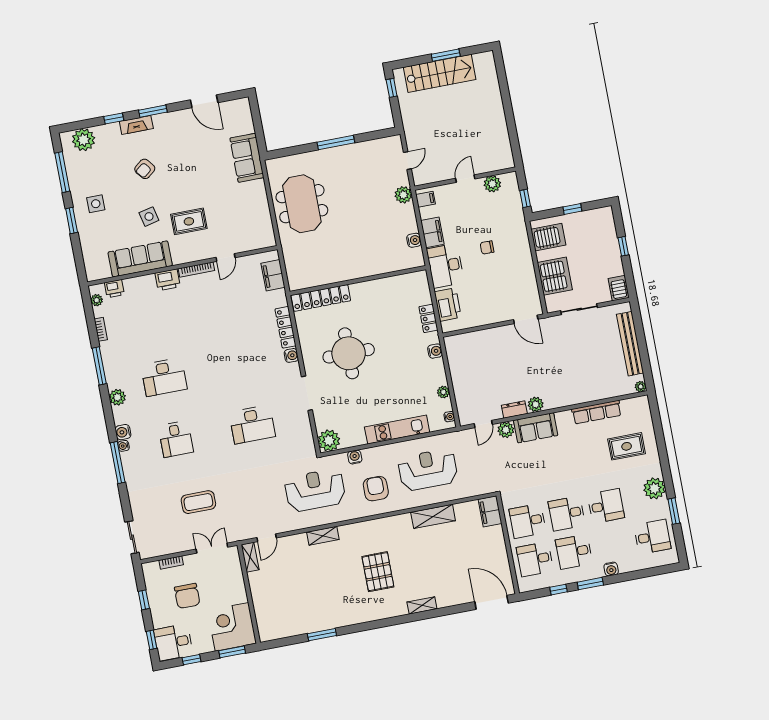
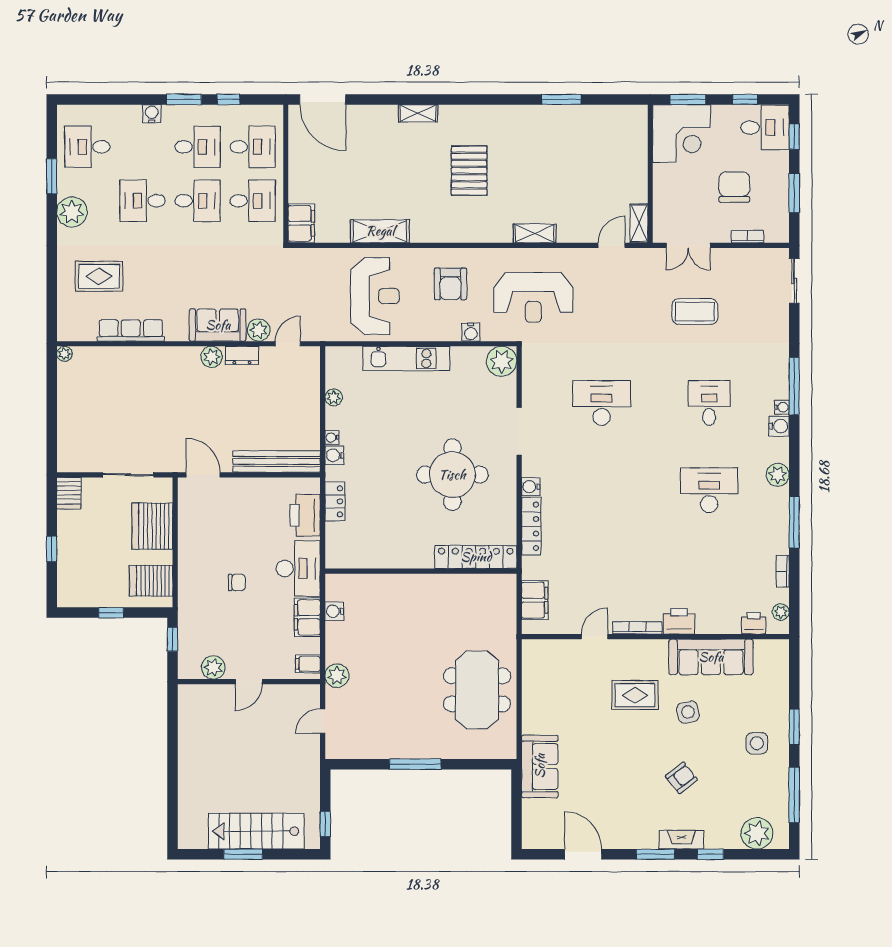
bench: (630, 344) -> (277, 461), moved, turned 90
water cooler: (449, 417) -> (332, 437), moved
reception desk: (428, 470) -> (375, 296), turned -90
window: (144, 600) -> (794, 193), width x1.50

